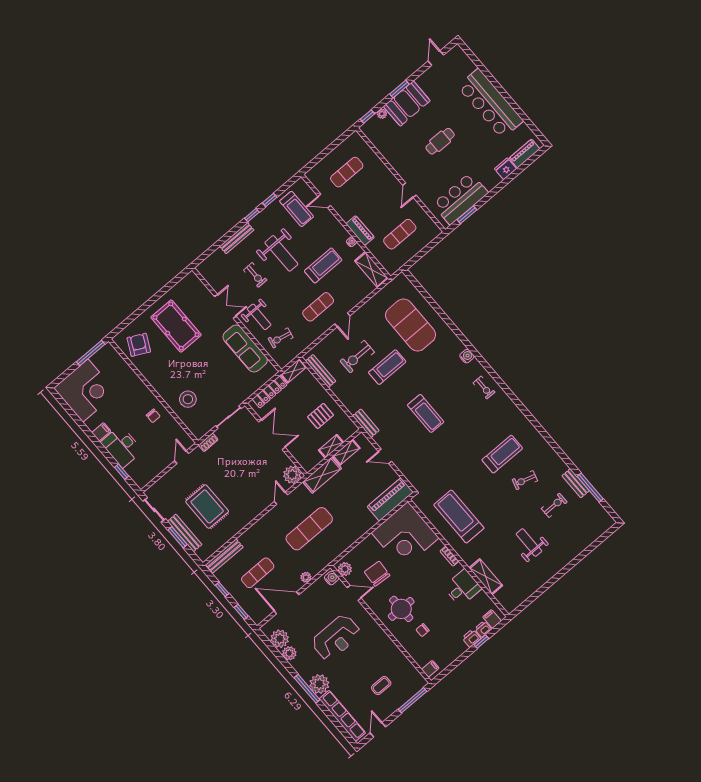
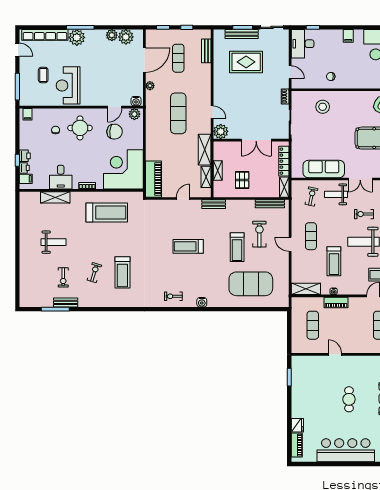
bar counter: (460, 199) -> (303, 382), removed
desk: (122, 447) -> (303, 44), moved, turned -90
bench: (224, 556) -> (206, 51), width x0.73
reception desk: (336, 638) -> (68, 85), moved

